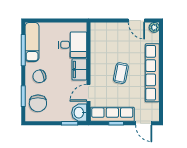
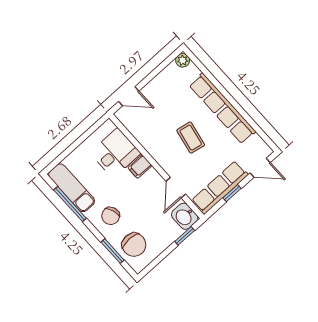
door: (136, 21) -> (129, 96), moved
filing cabinet: (79, 69) -> (140, 167), width x0.50

